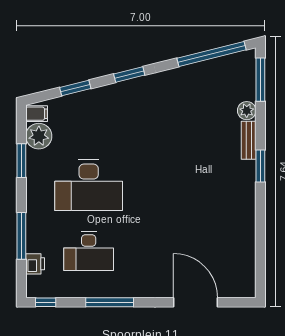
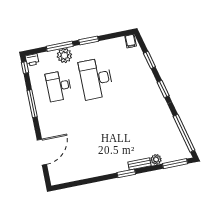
plant: (39, 136) -> (64, 56), moved
window: (21, 161) -> (89, 41), moved
printer: (35, 264) -> (32, 60), moved

